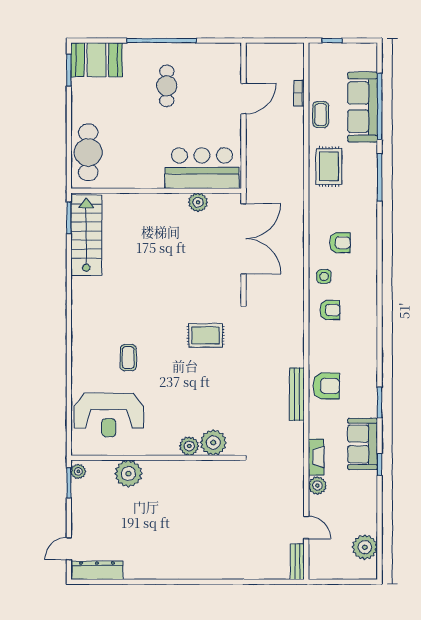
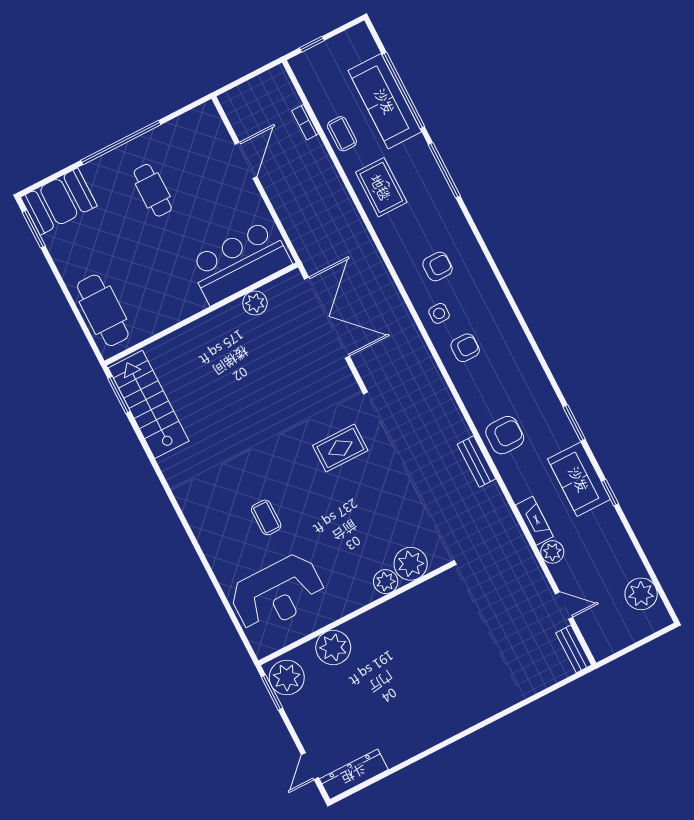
bench: (297, 394) -> (477, 461), width x0.73
plant: (78, 471) -> (287, 678), width x1.88, depth x1.88

